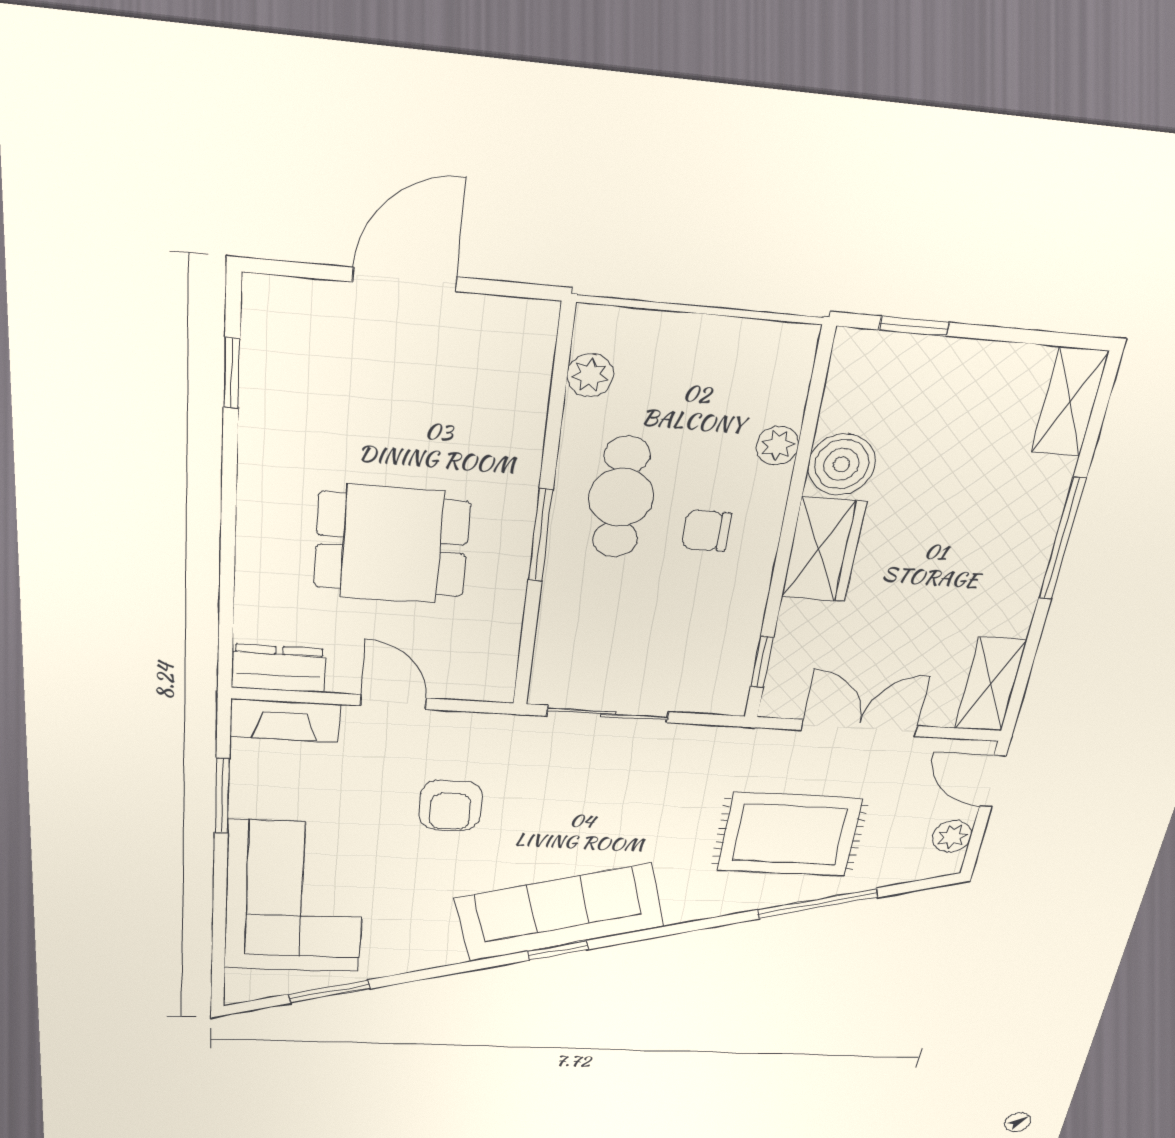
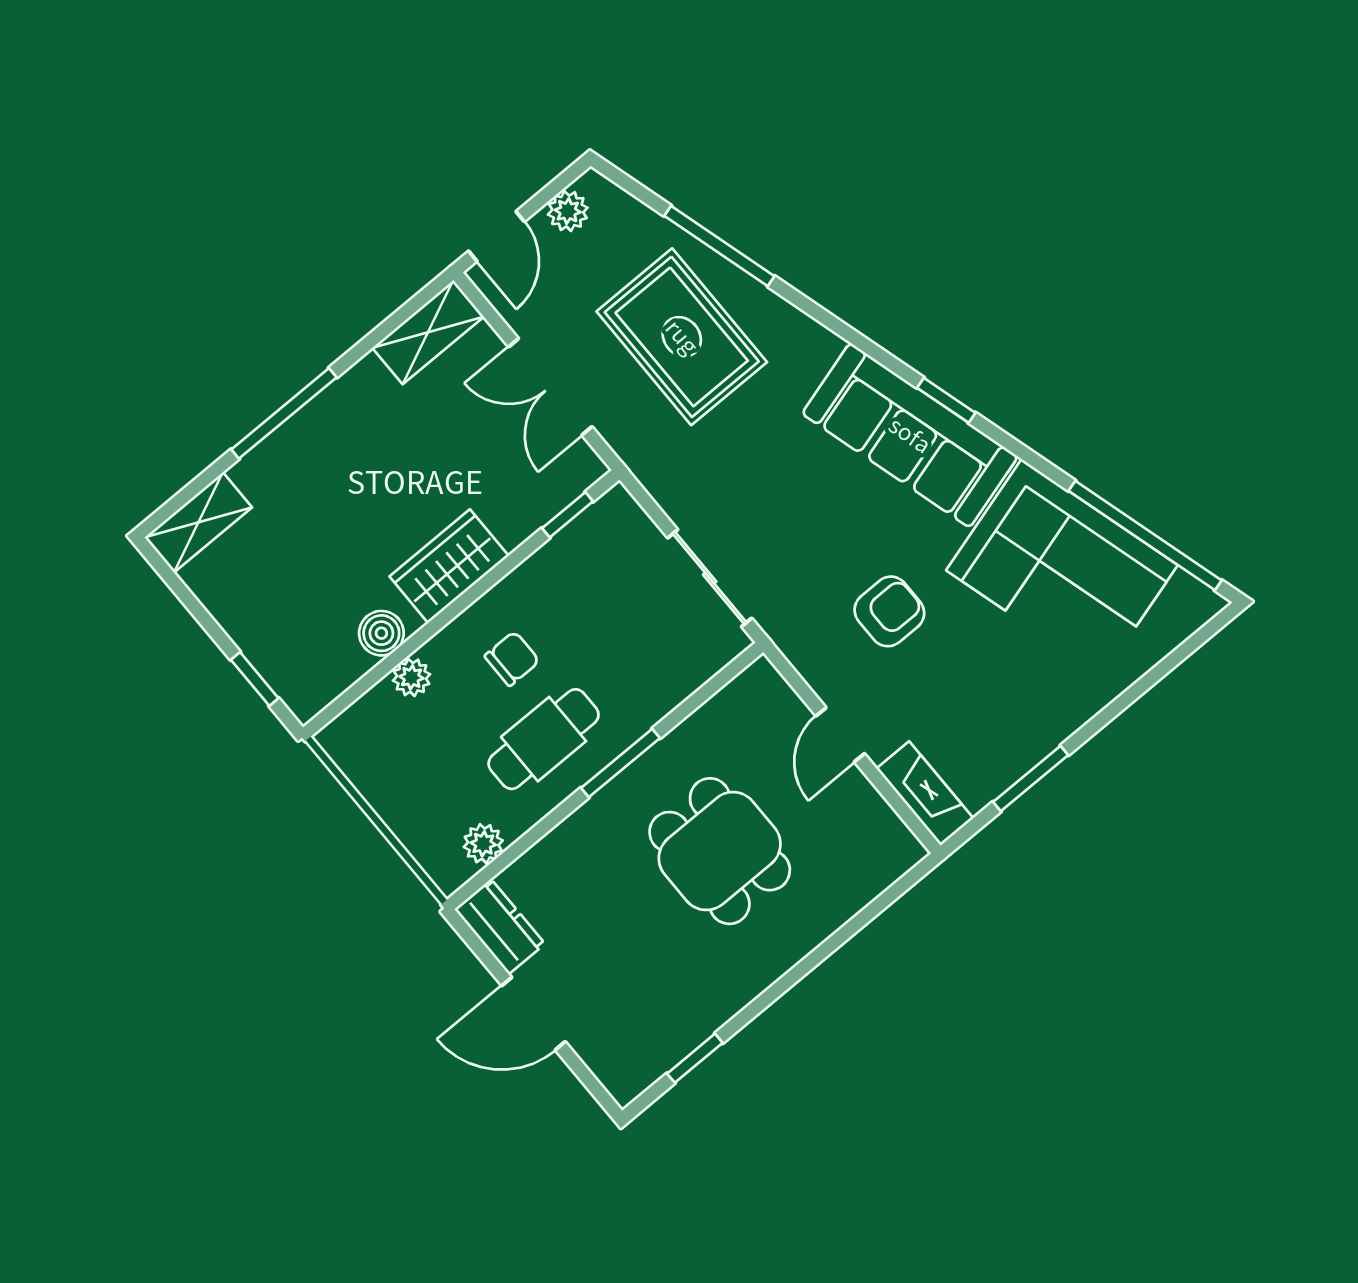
boiler: (842, 464) -> (381, 633), width x0.73, depth x0.73
chair: (707, 531) -> (512, 659), turned -90
dresser: (279, 668) -> (500, 927), moved, turned 180
corner sofa: (295, 898) -> (1062, 568), moved, turned -106
window: (329, 992) -> (1145, 536), width x2.11

